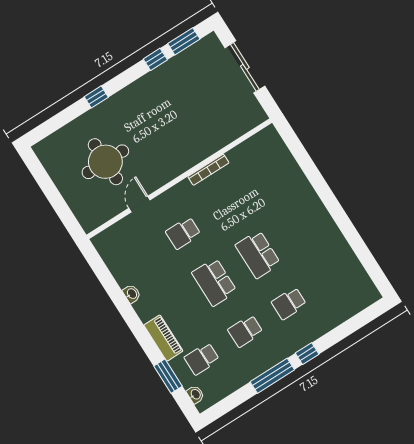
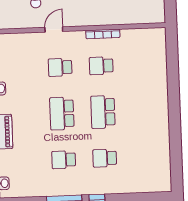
door: (140, 204) -> (54, 29), moved
school desk: (202, 359) -> (101, 66), moved

